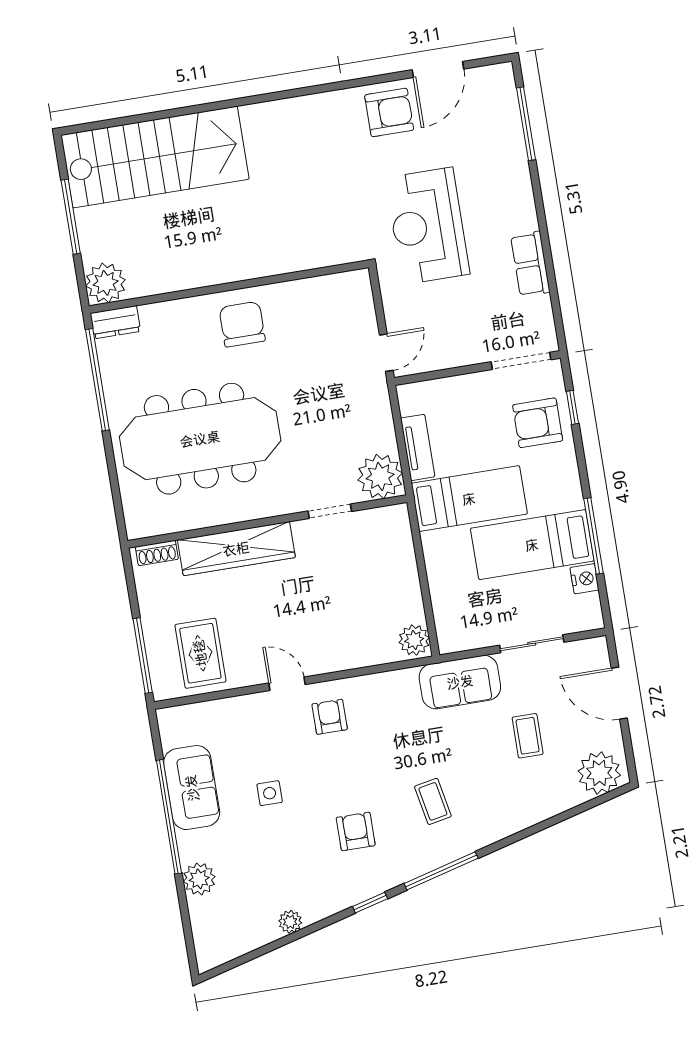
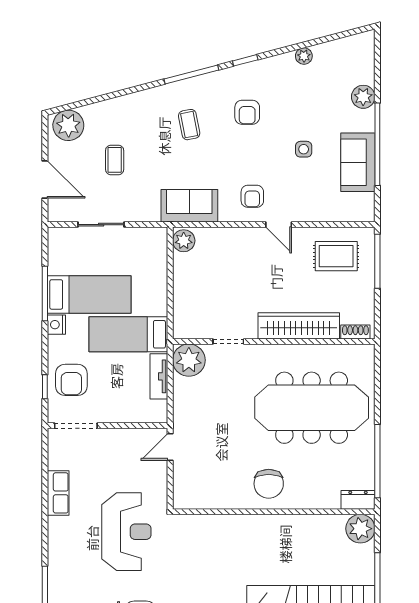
armchair: (538, 423) -> (71, 380), turned 90
nightstand: (584, 579) -> (56, 325), moved
rug: (200, 653) -> (336, 256), turned 90
sofa: (460, 682) -> (189, 206), moved

